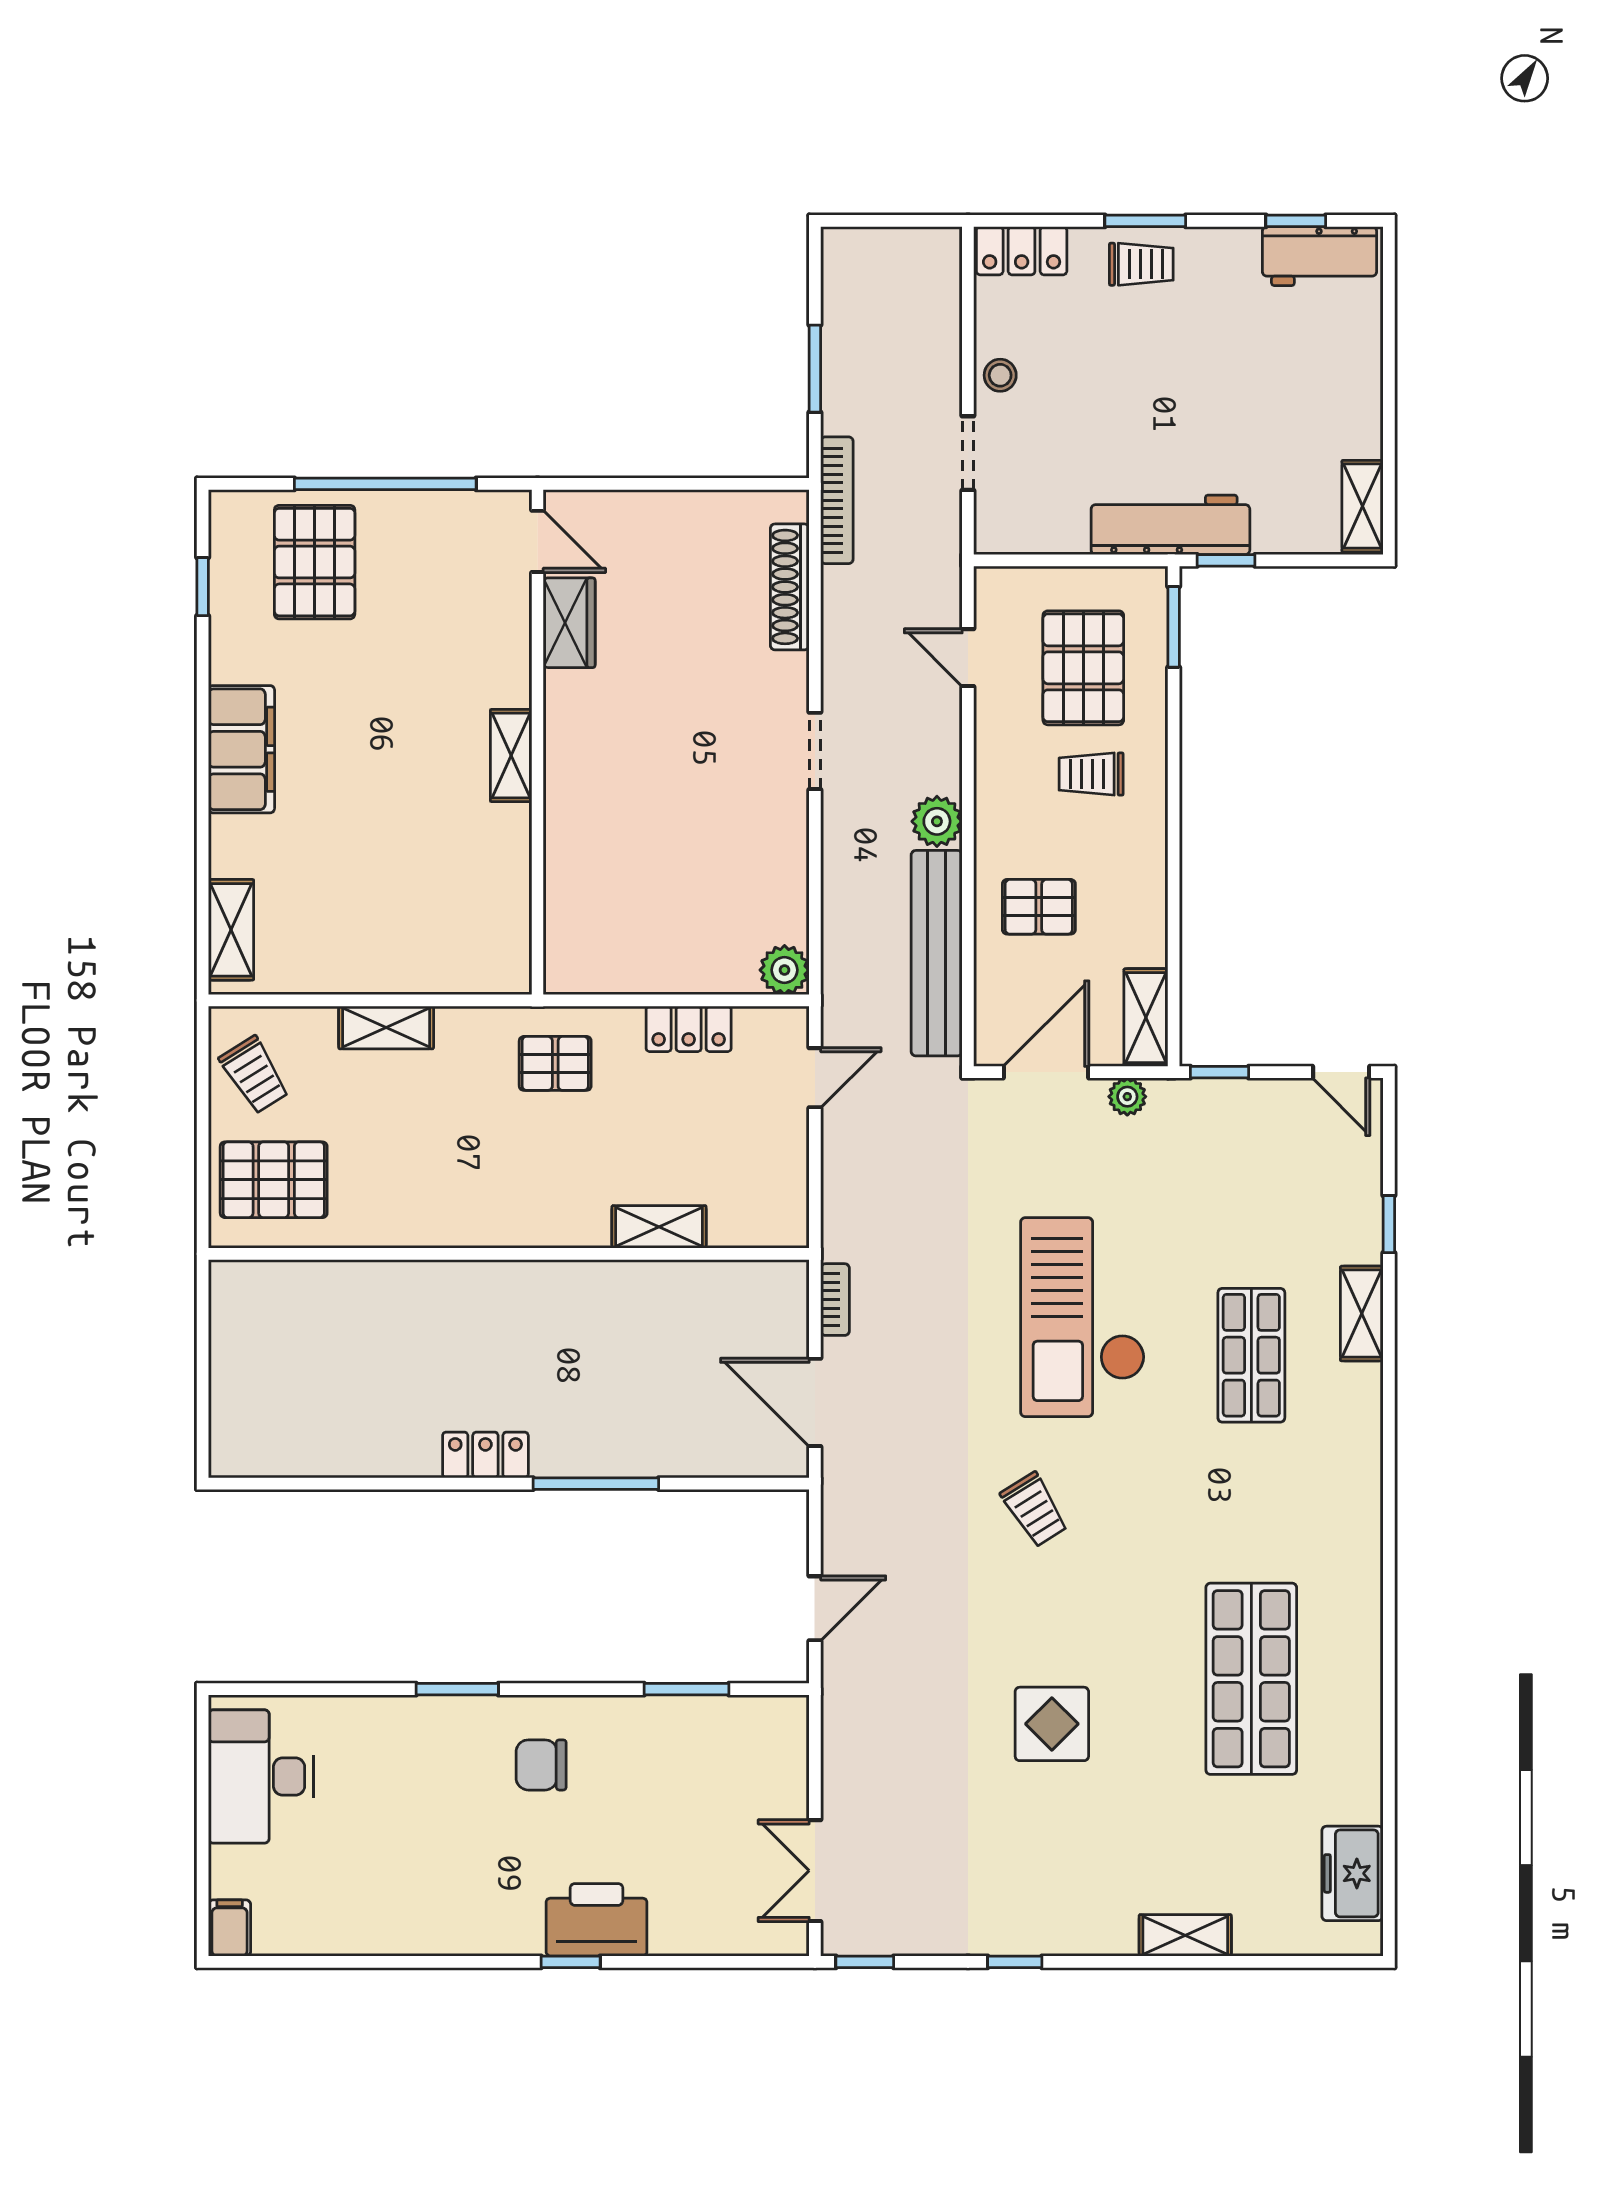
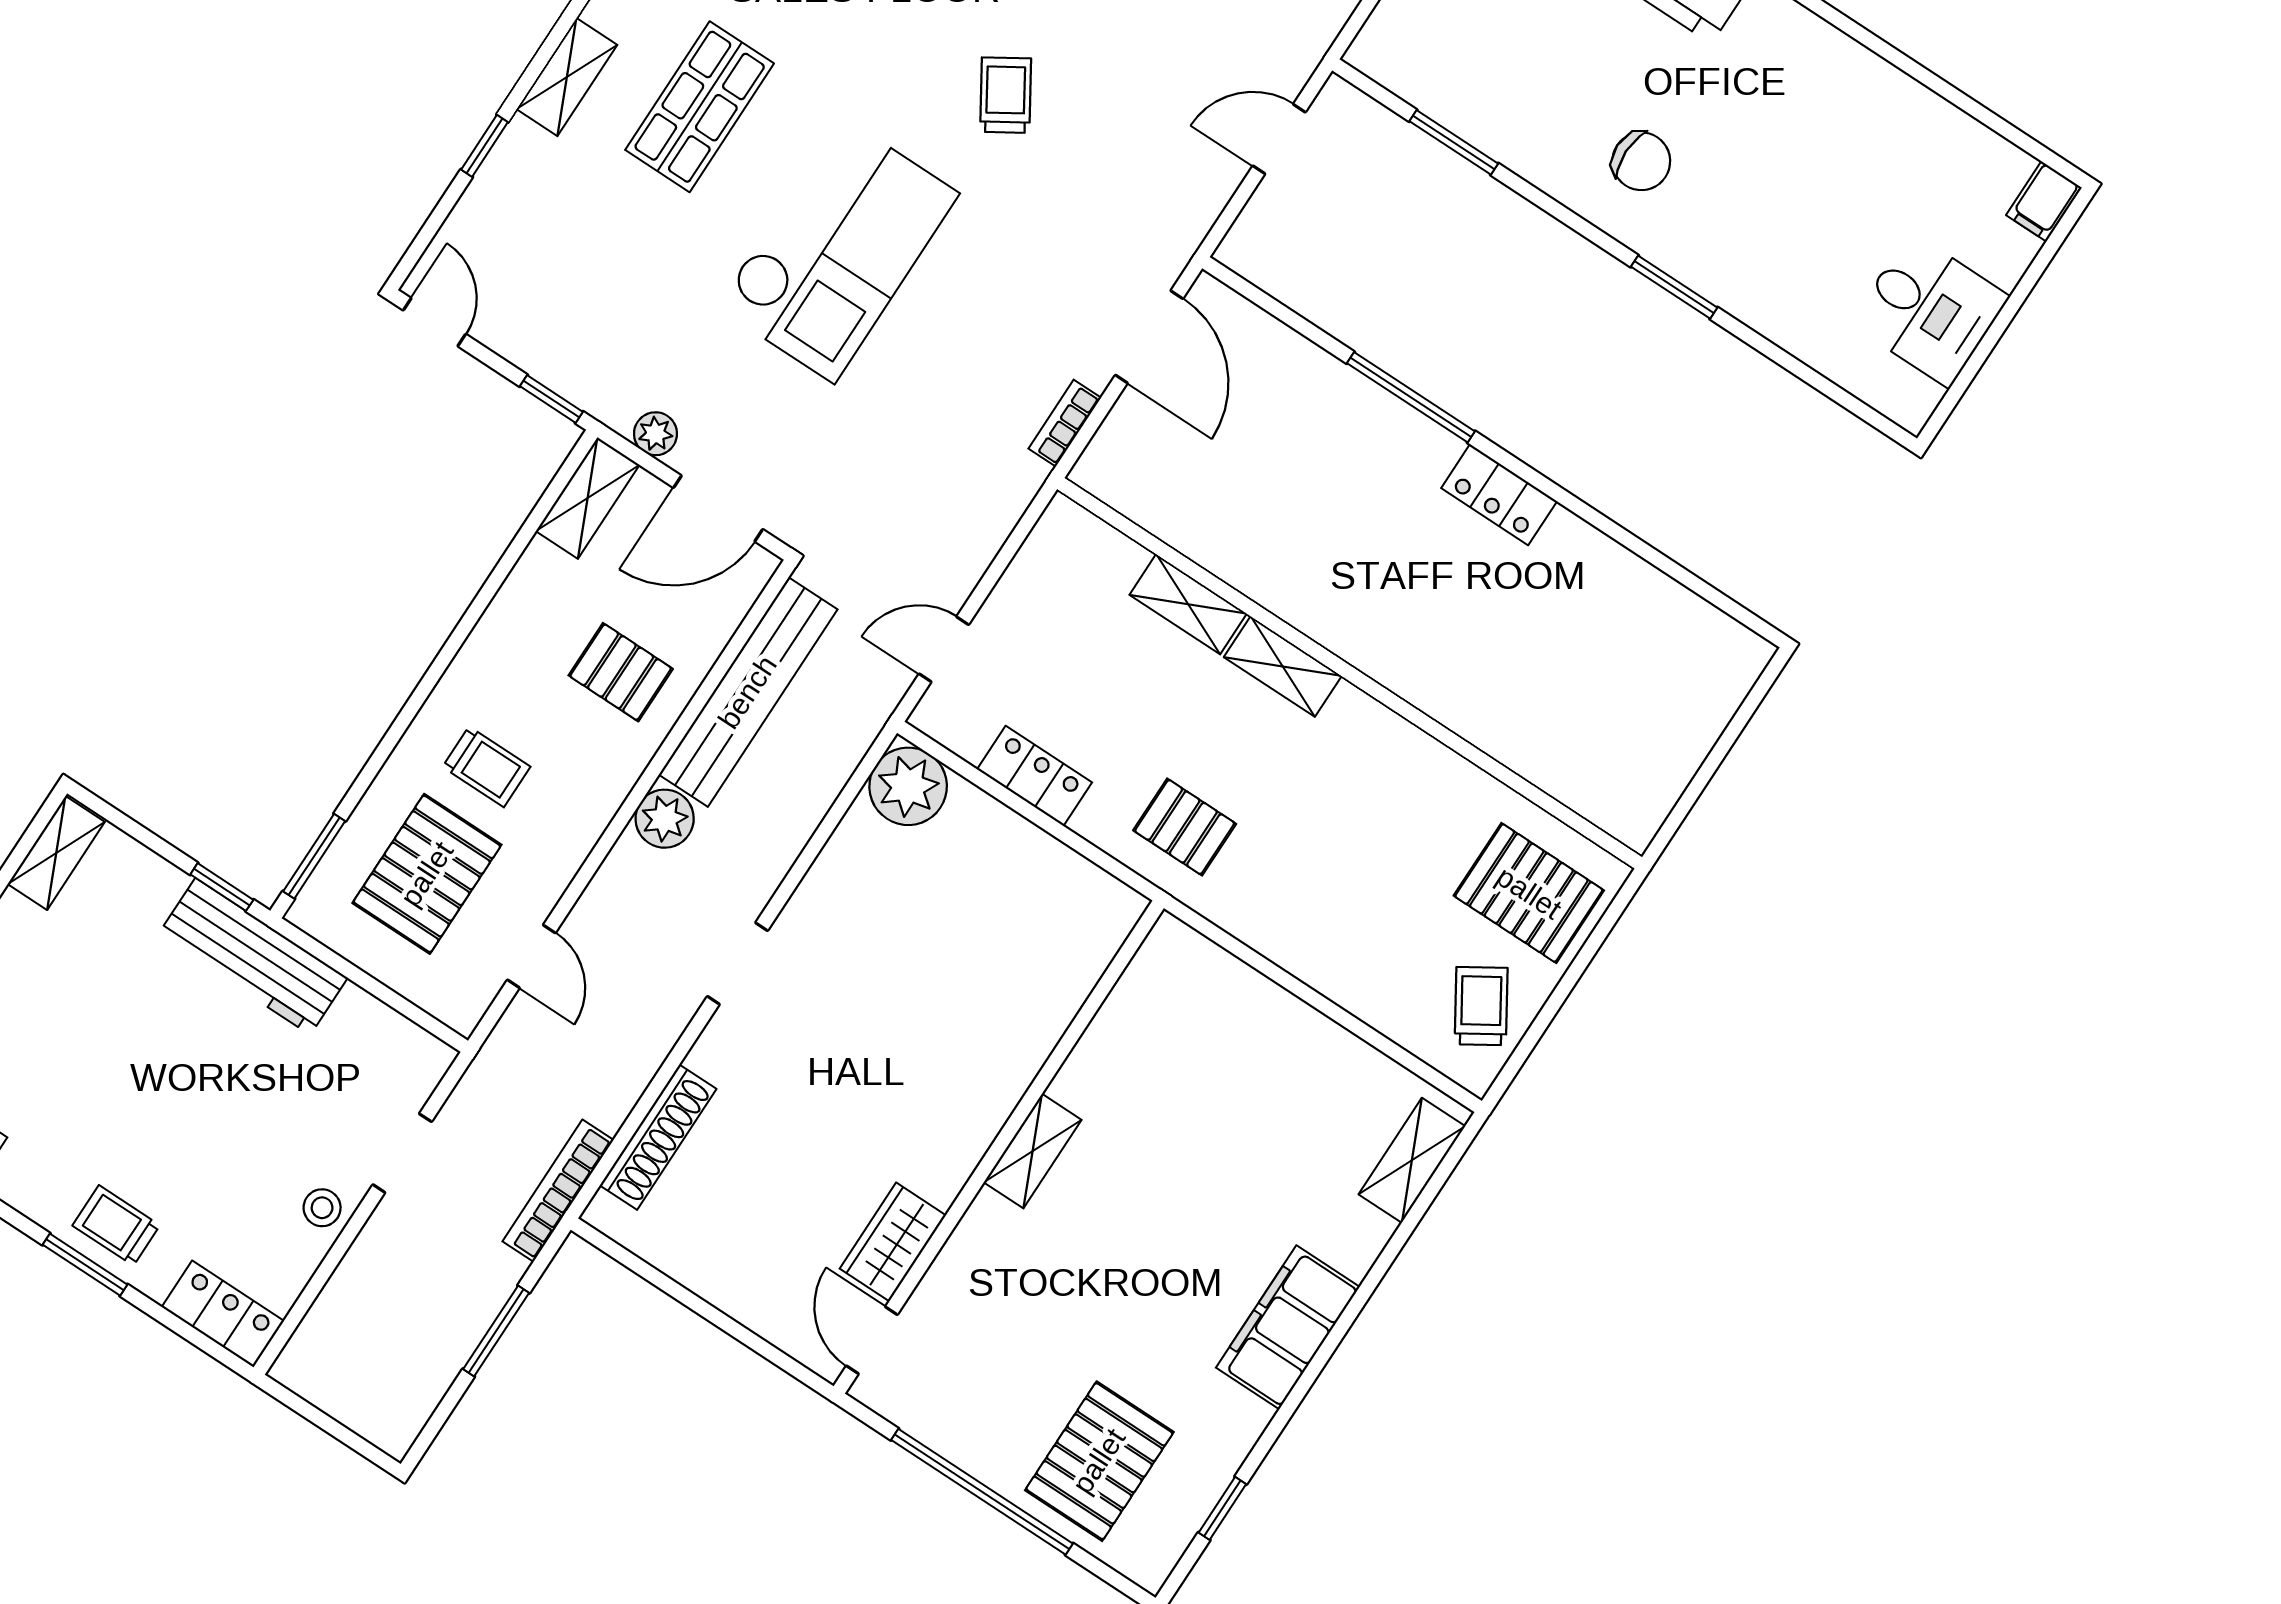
plant: (784, 970) -> (908, 786), width x1.36, depth x1.36
shelving: (386, 1028) -> (1283, 666), moved
desk: (261, 1777) -> (1930, 310), width x0.73

